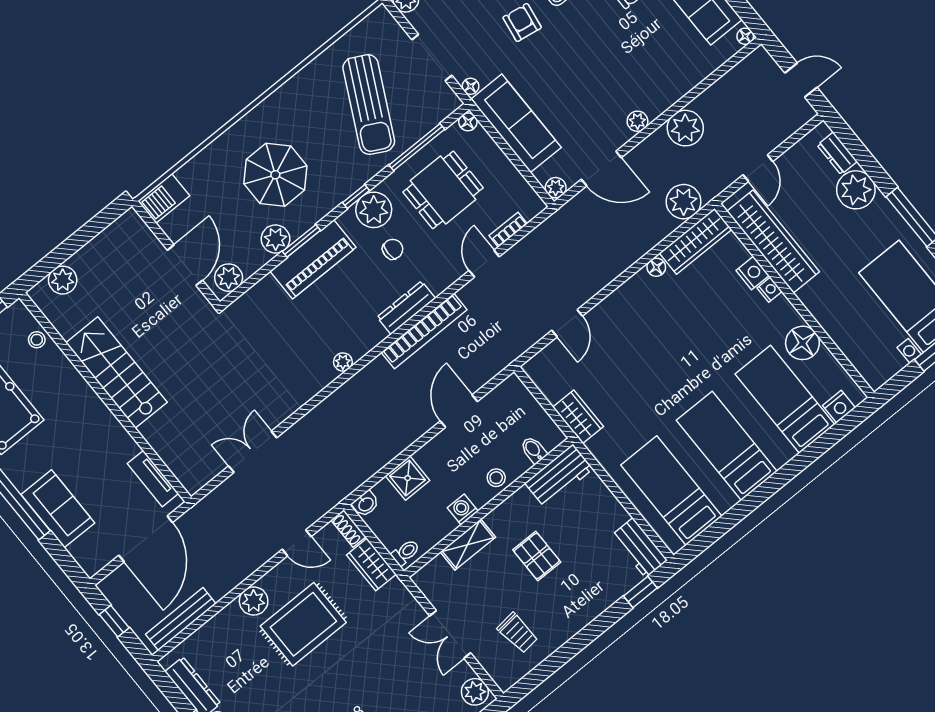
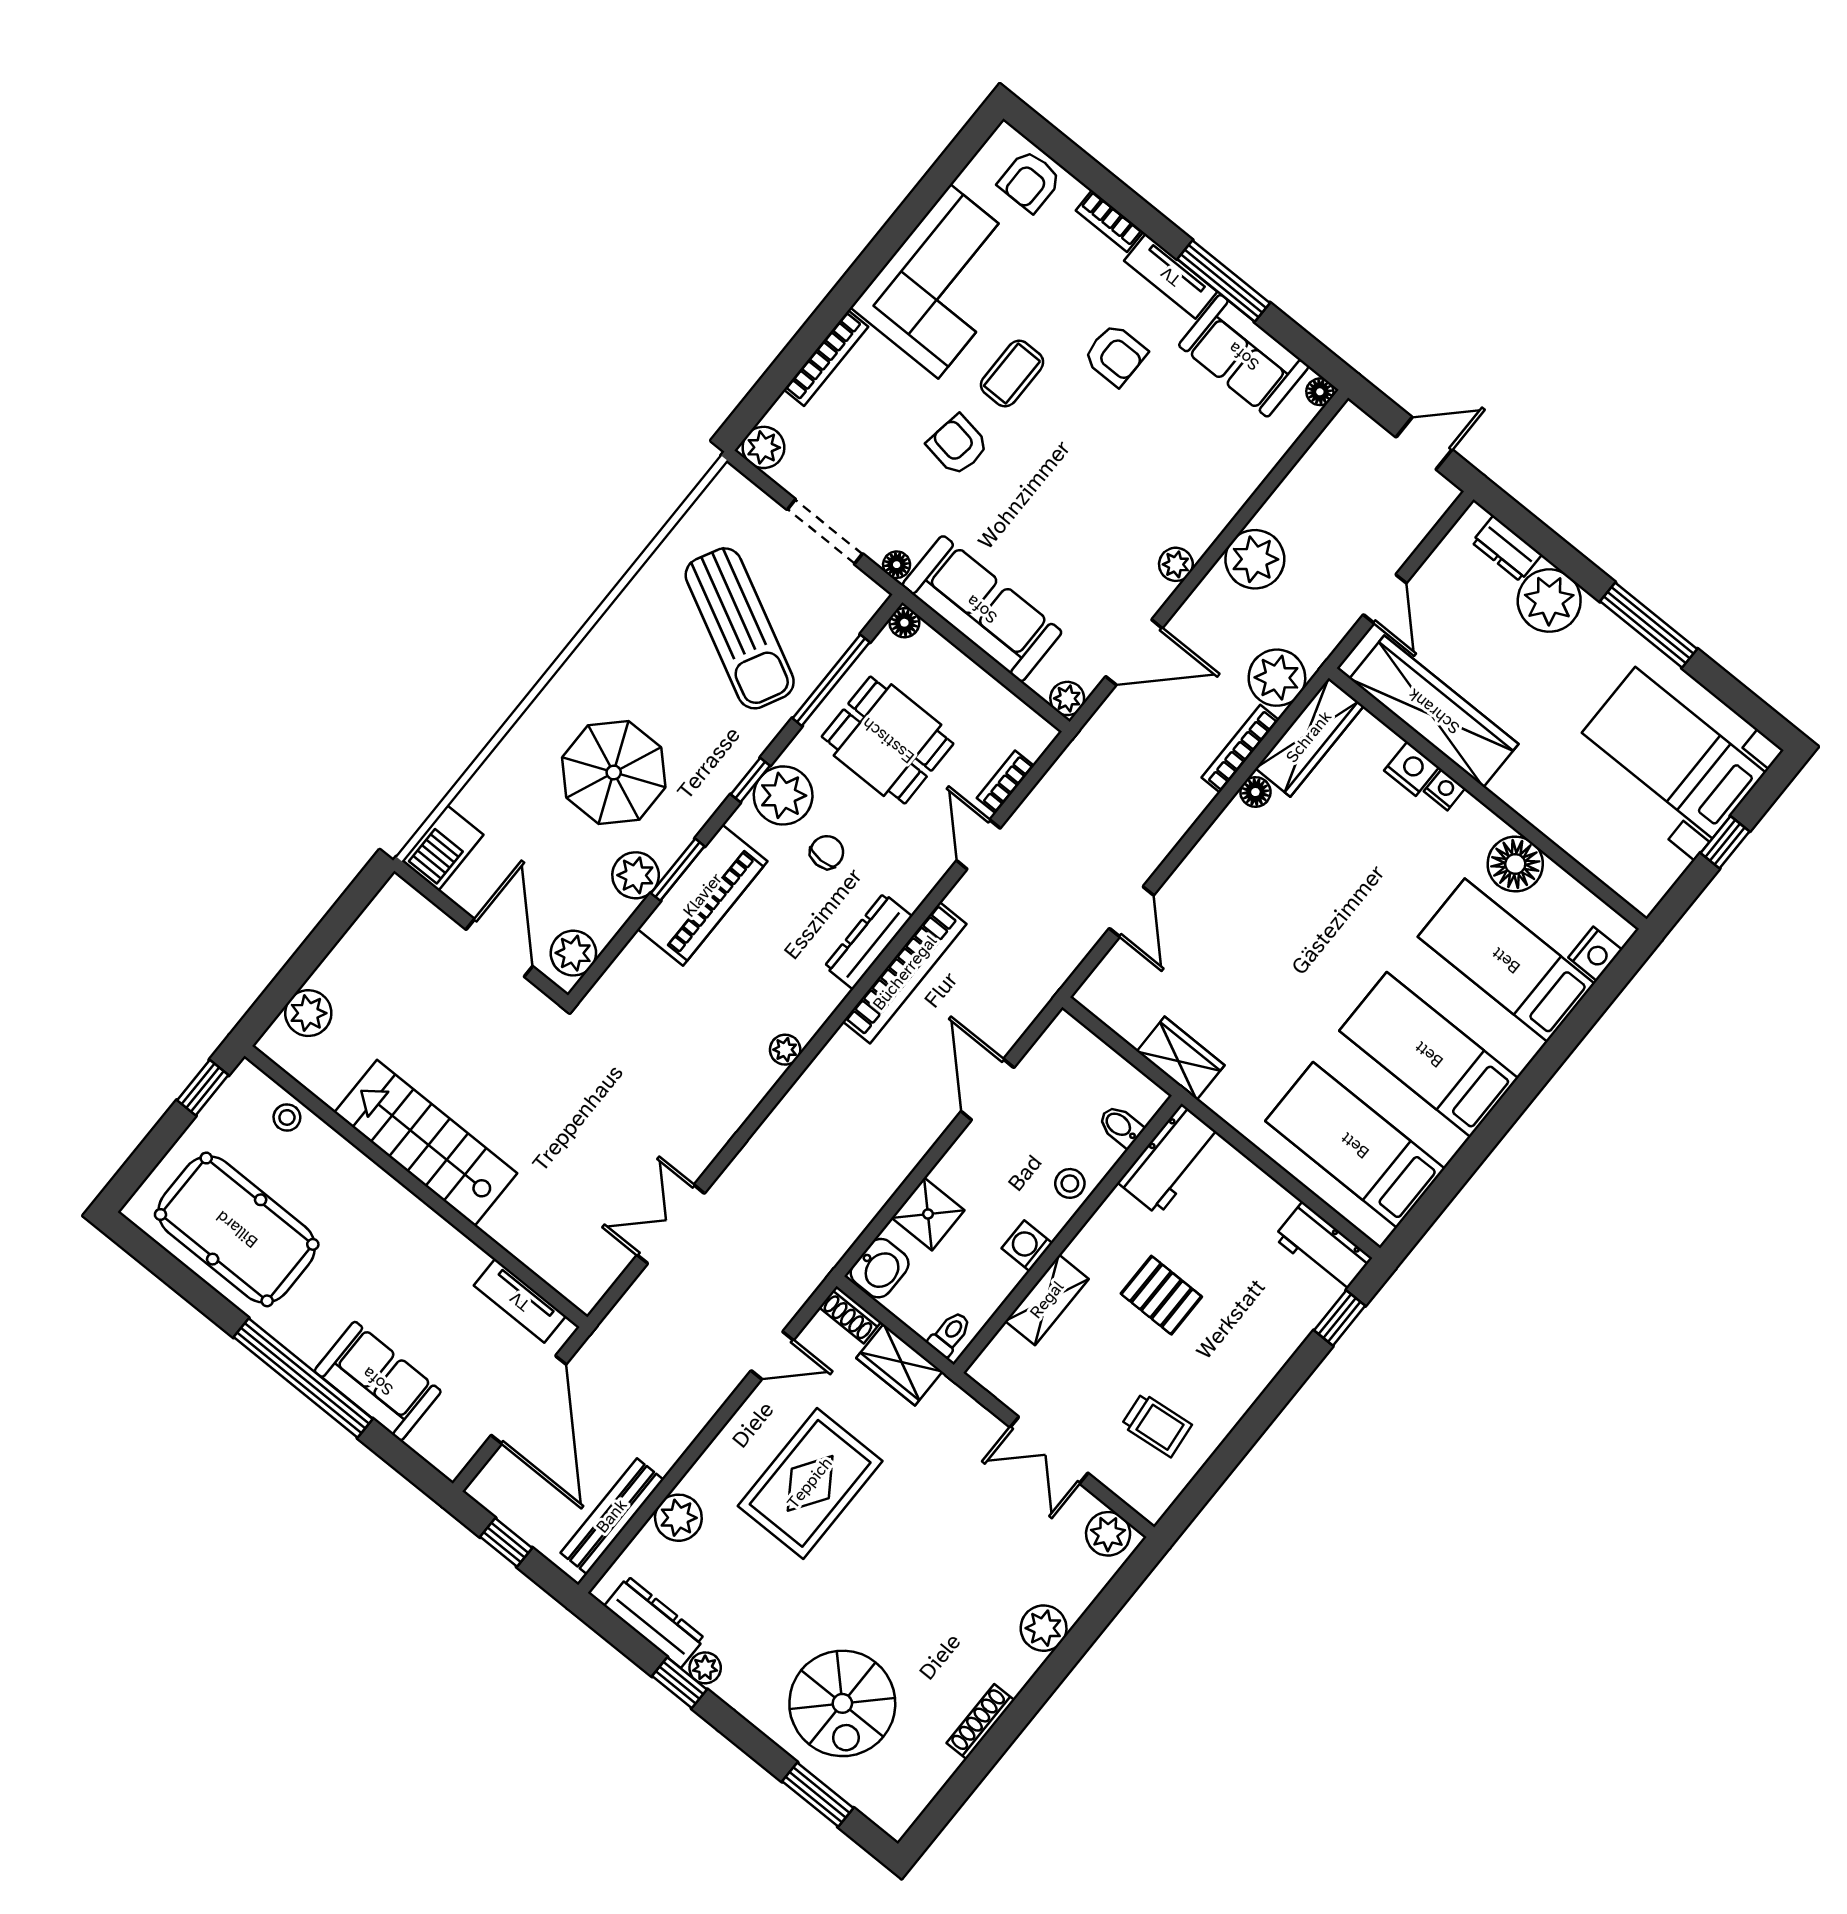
dining table: (443, 190) -> (888, 740), turned 90
bookcase: (653, 239) -> (1240, 749), added
washbasin: (366, 504) -> (880, 1268), width x1.38, depth x1.45
plant: (254, 601) -> (678, 1518), moved

